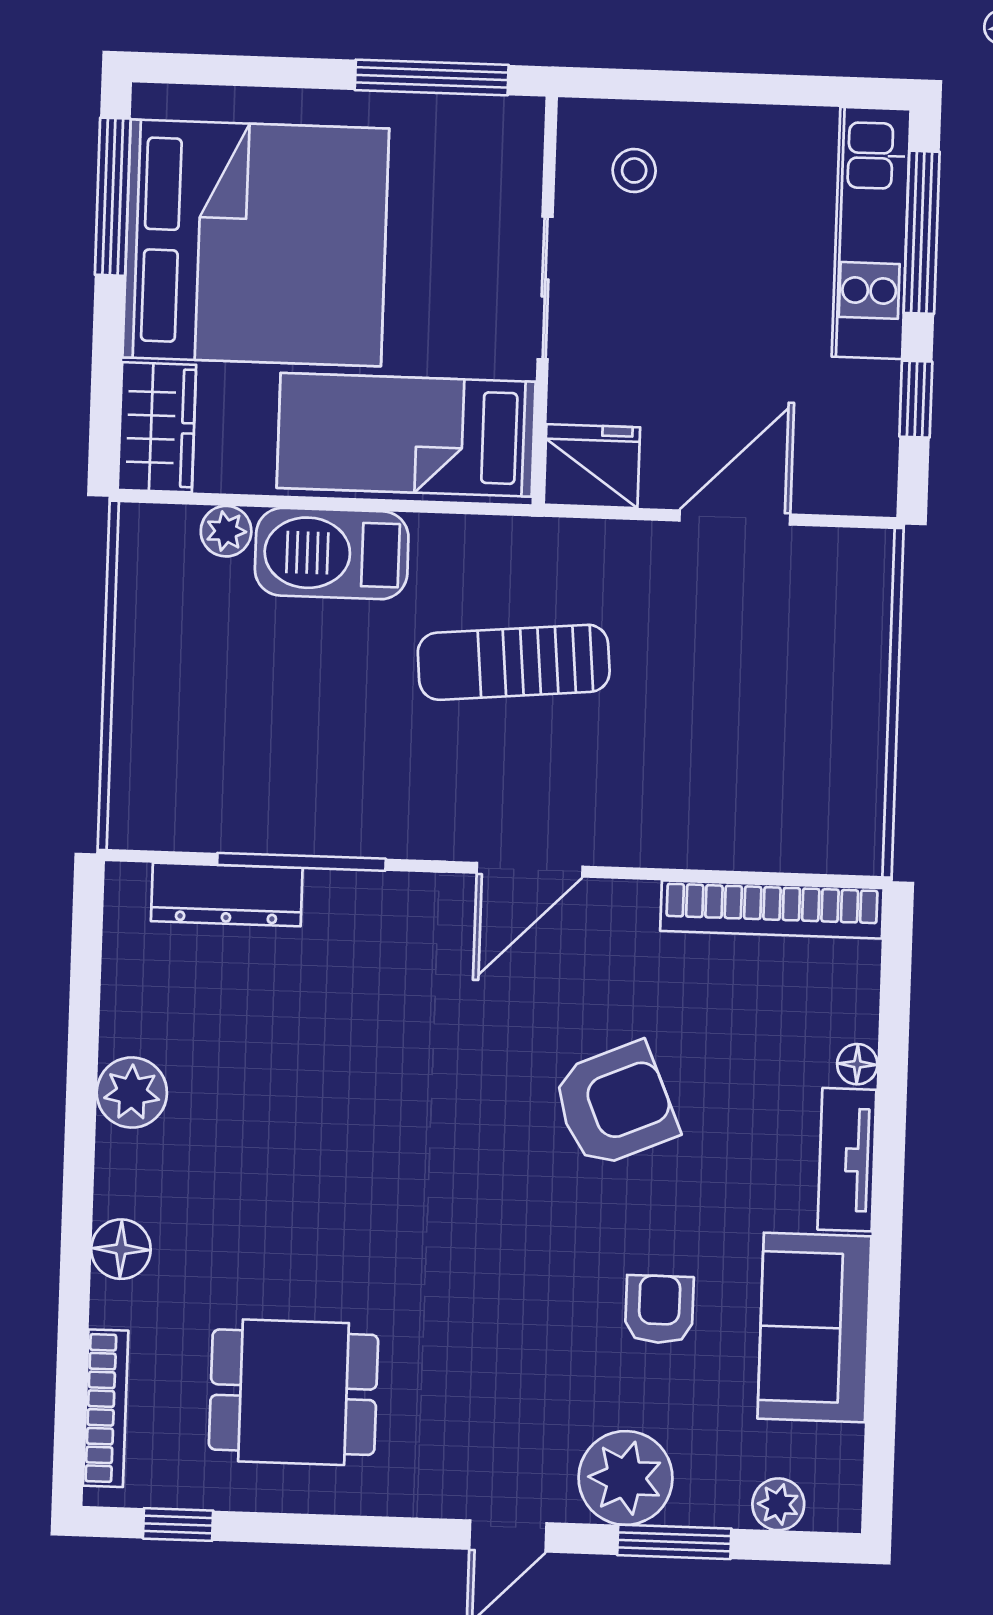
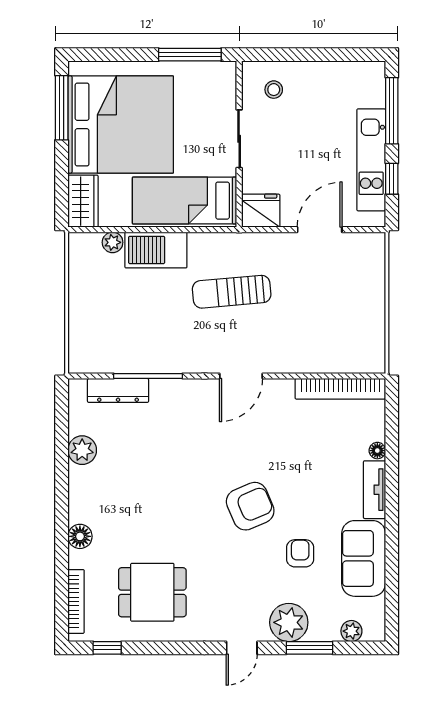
kitchen unit: (871, 233) -> (371, 160), moved
plant: (132, 1093) -> (82, 450), moved
armchair: (615, 1105) -> (250, 506), moved

